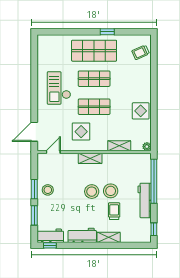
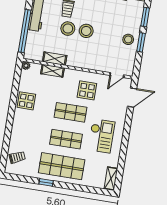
shelving: (42, 46) -> (111, 179), added
shelving: (90, 158) -> (55, 59), moved

